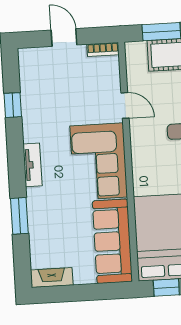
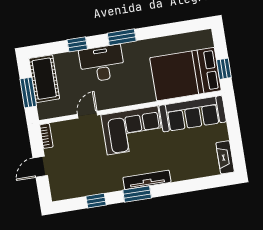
tv unit: (33, 165) -> (147, 180), width x1.41
window: (19, 216) -> (137, 194), moved

